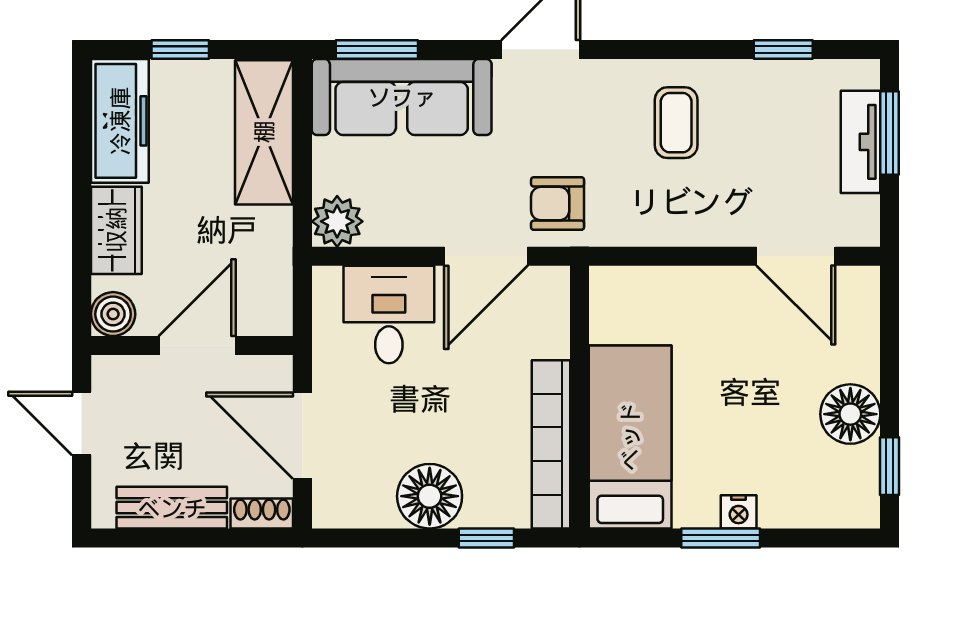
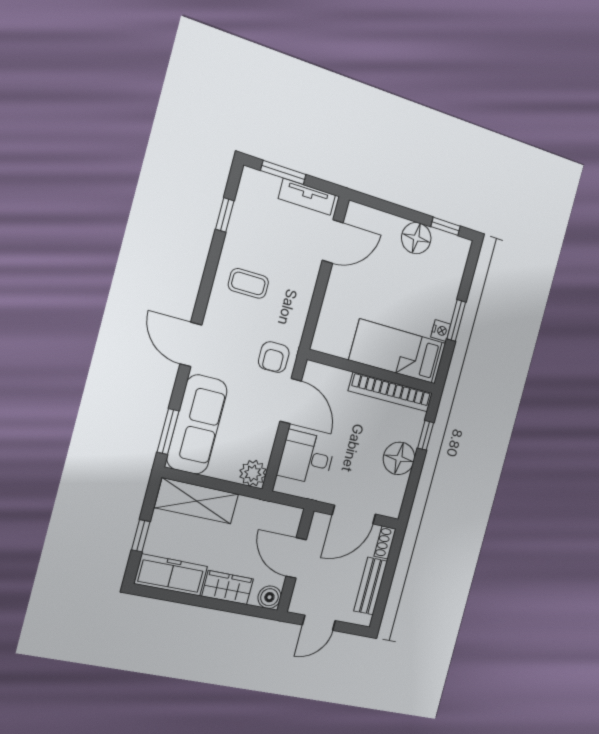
tv unit: (861, 142) -> (307, 197), moved
nightstand: (739, 512) -> (441, 331), moved

